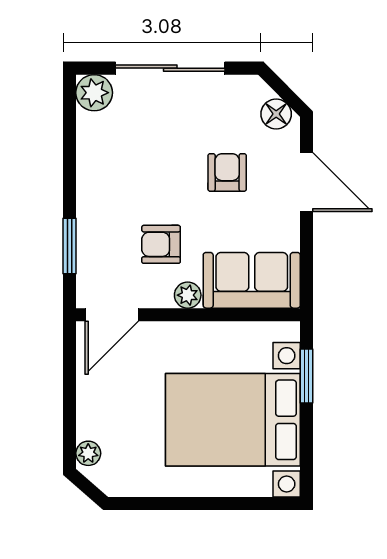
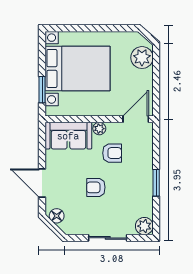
sliding door: (170, 68) -> (108, 238), width x0.73
armchair: (227, 172) -> (96, 187), moved, turned 90
window: (70, 246) -> (156, 183), moved
plant: (88, 453) -> (142, 58), width x1.88, depth x1.88

